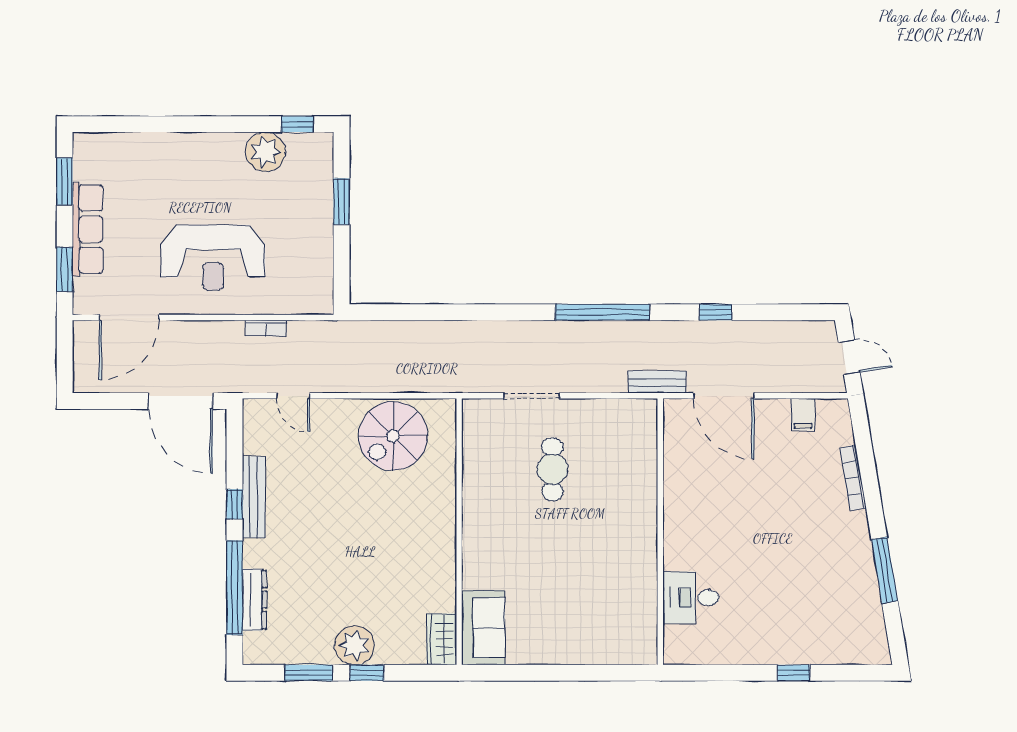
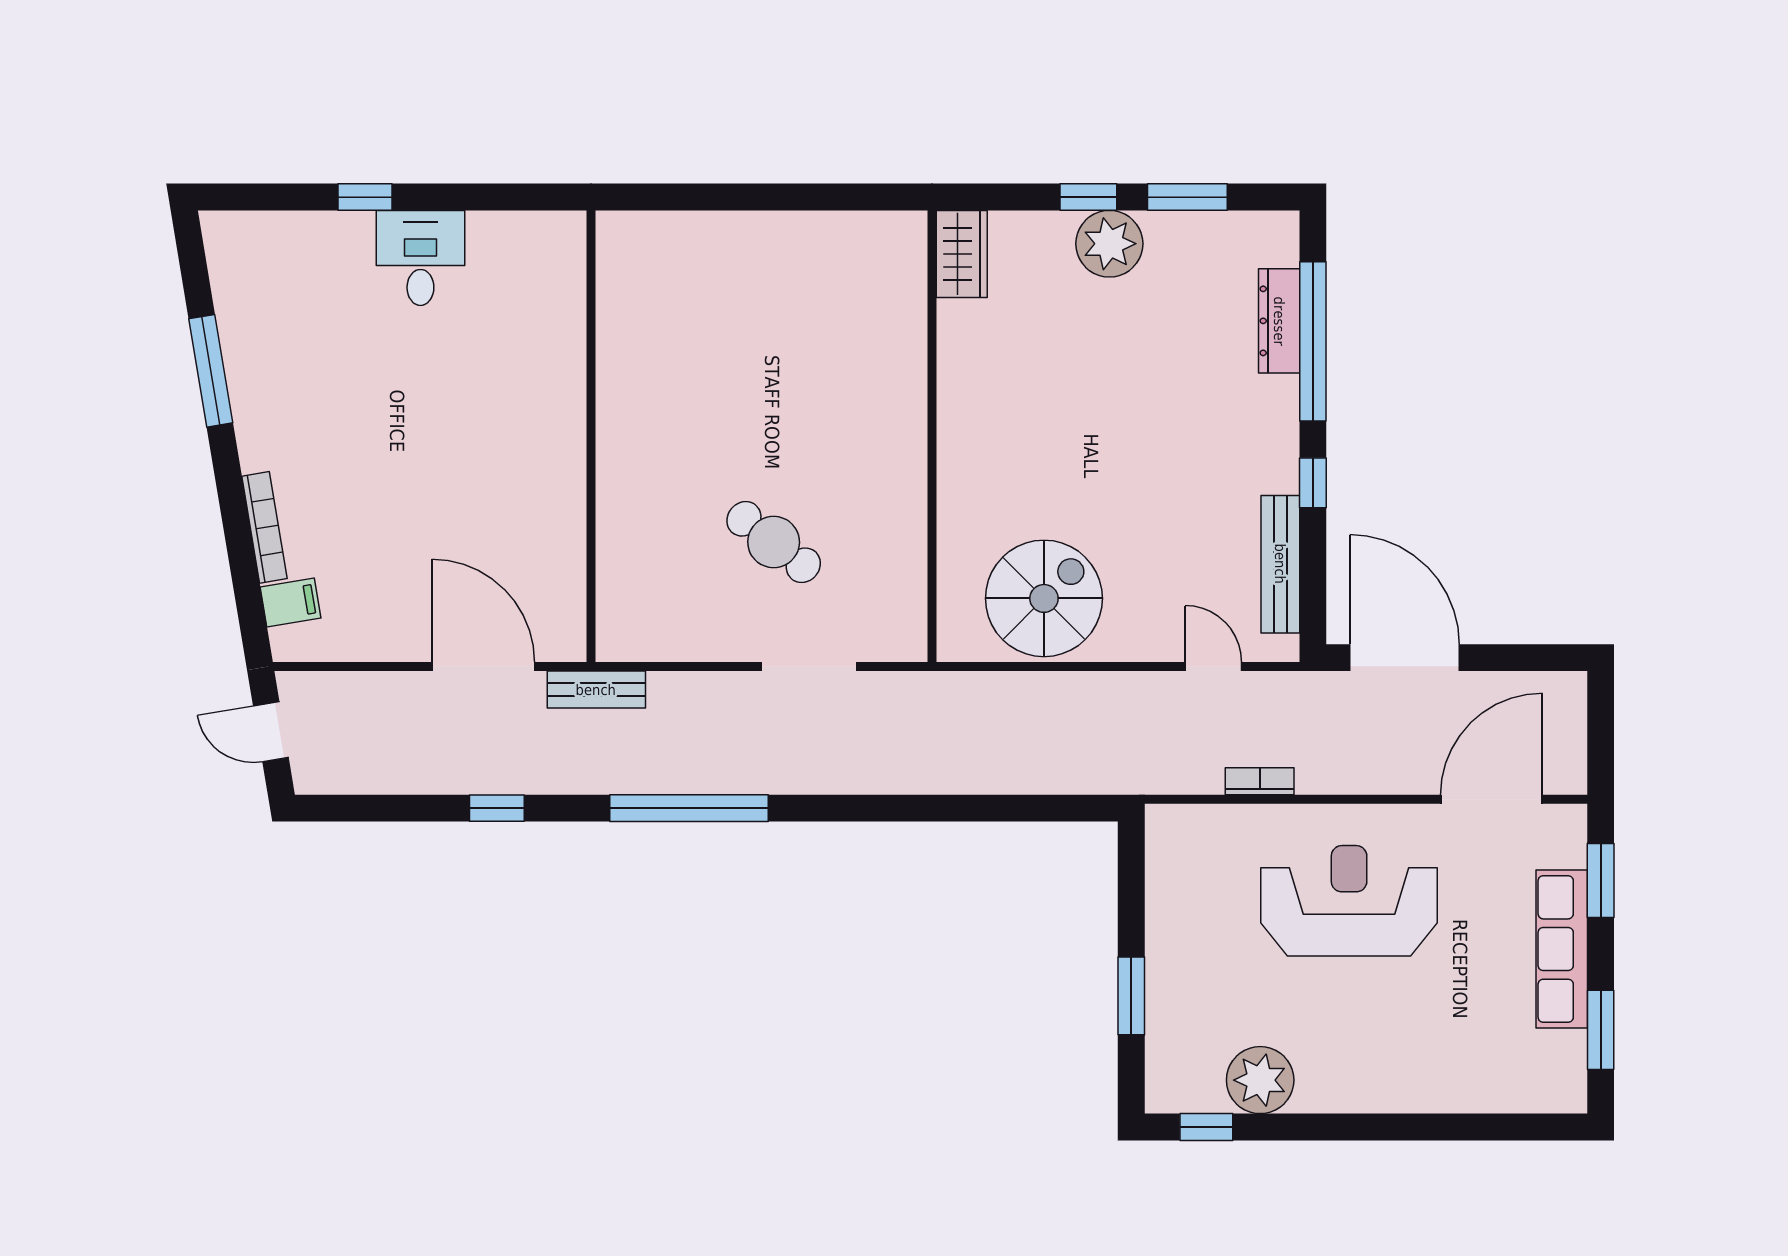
filing cabinet: (803, 415) -> (291, 602), moved, turned 81
cafe table: (553, 469) -> (774, 542), turned -52
bench: (254, 497) -> (1280, 564), moved
desk: (691, 598) -> (420, 258), moved, turned -90
sofa: (483, 628) -> (891, 273), removed

